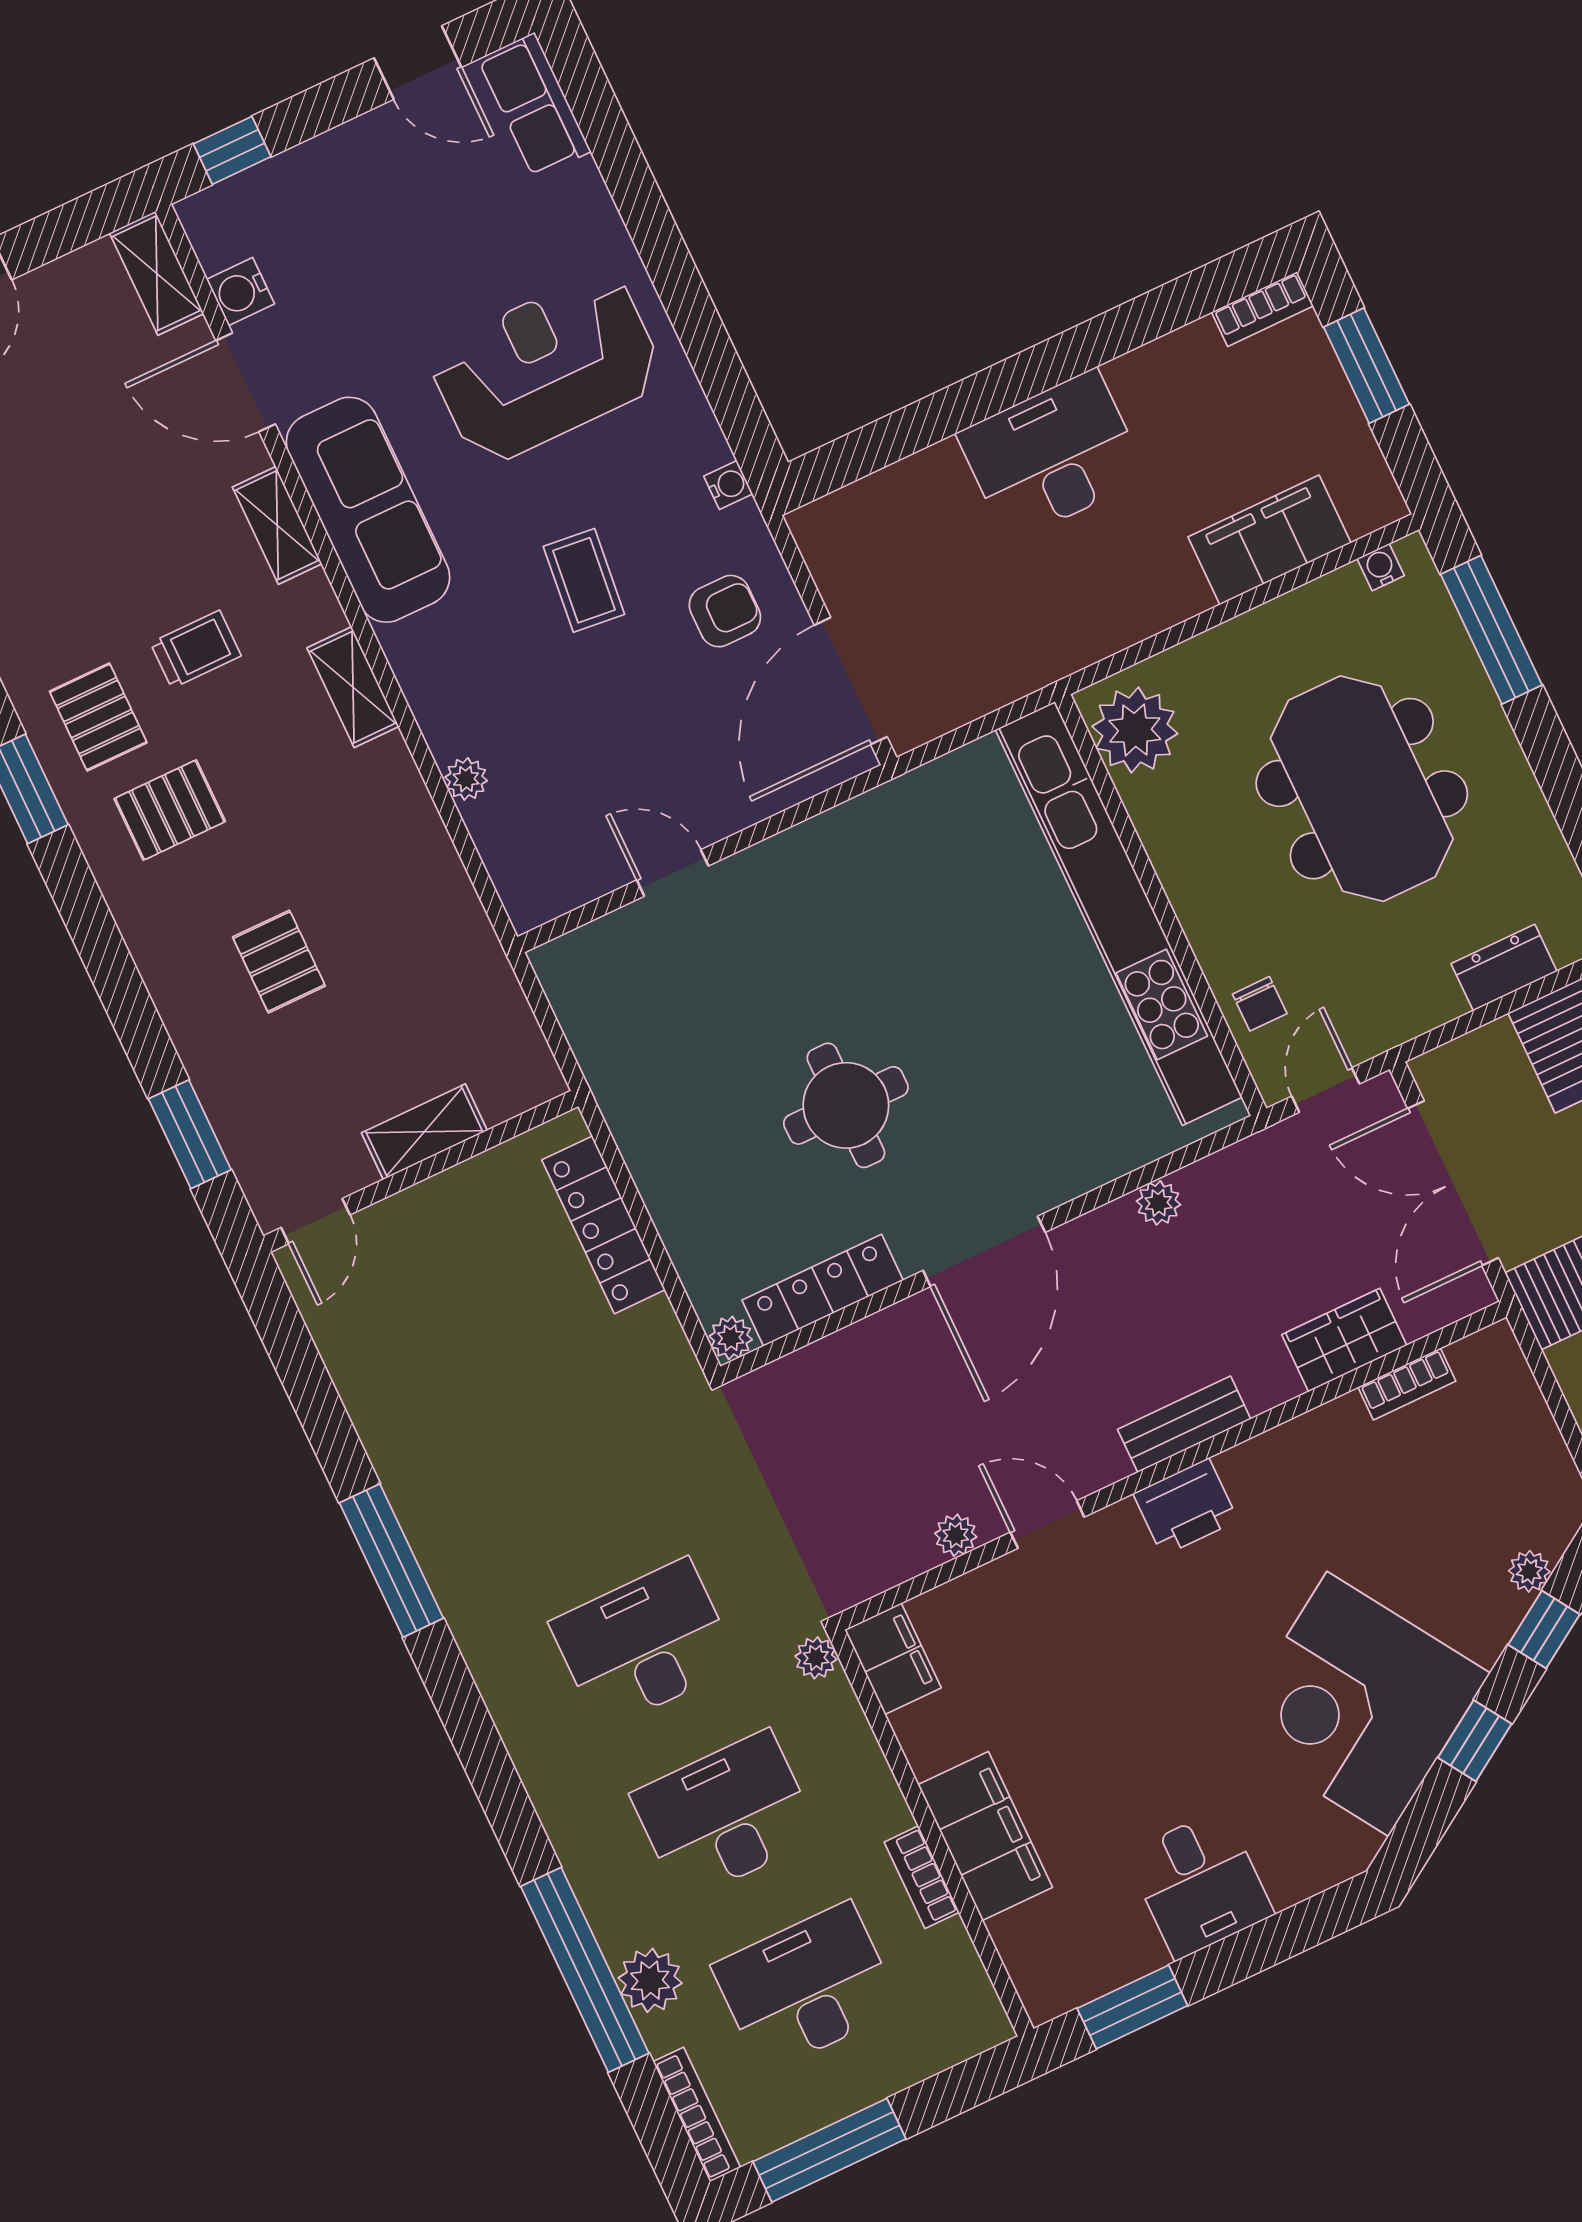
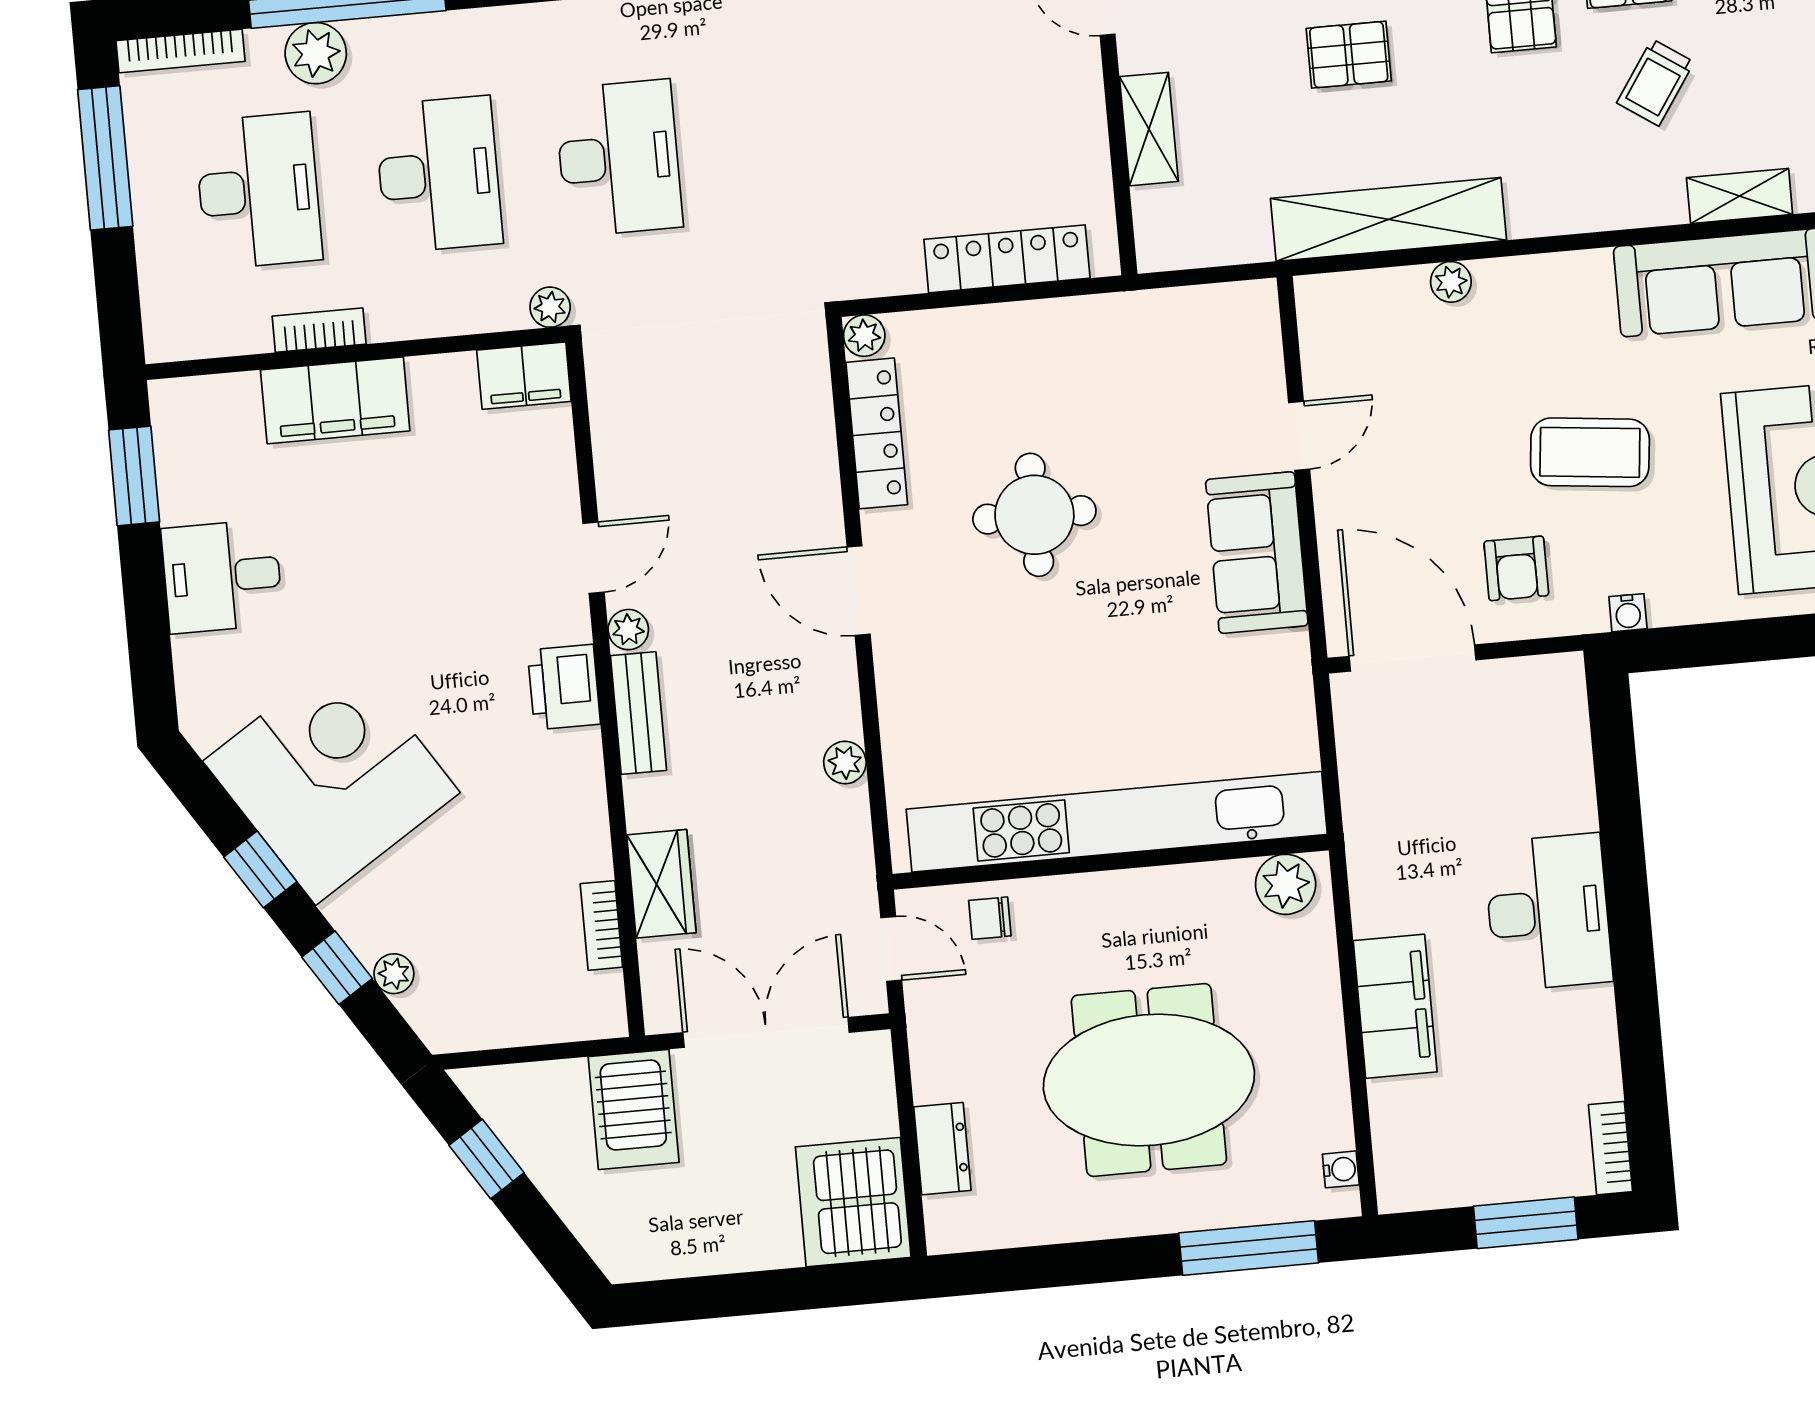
filing cabinet: (1270, 540) -> (1395, 1006), moved
coffee table: (584, 580) -> (1590, 452), width x1.36, depth x1.30
trolley: (196, 649) -> (1655, 82), turned 34
shelving: (353, 687) -> (1388, 219), moved, width x2.20, depth x1.33
plant: (1135, 730) -> (1286, 884), width x0.73, depth x0.73
sofa: (803, 873) -> (1257, 553), added
door: (984, 1251) -> (859, 591), width x0.73
plant: (956, 1535) -> (628, 630), moved

